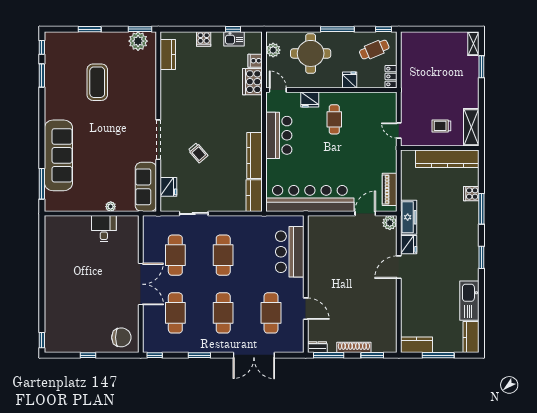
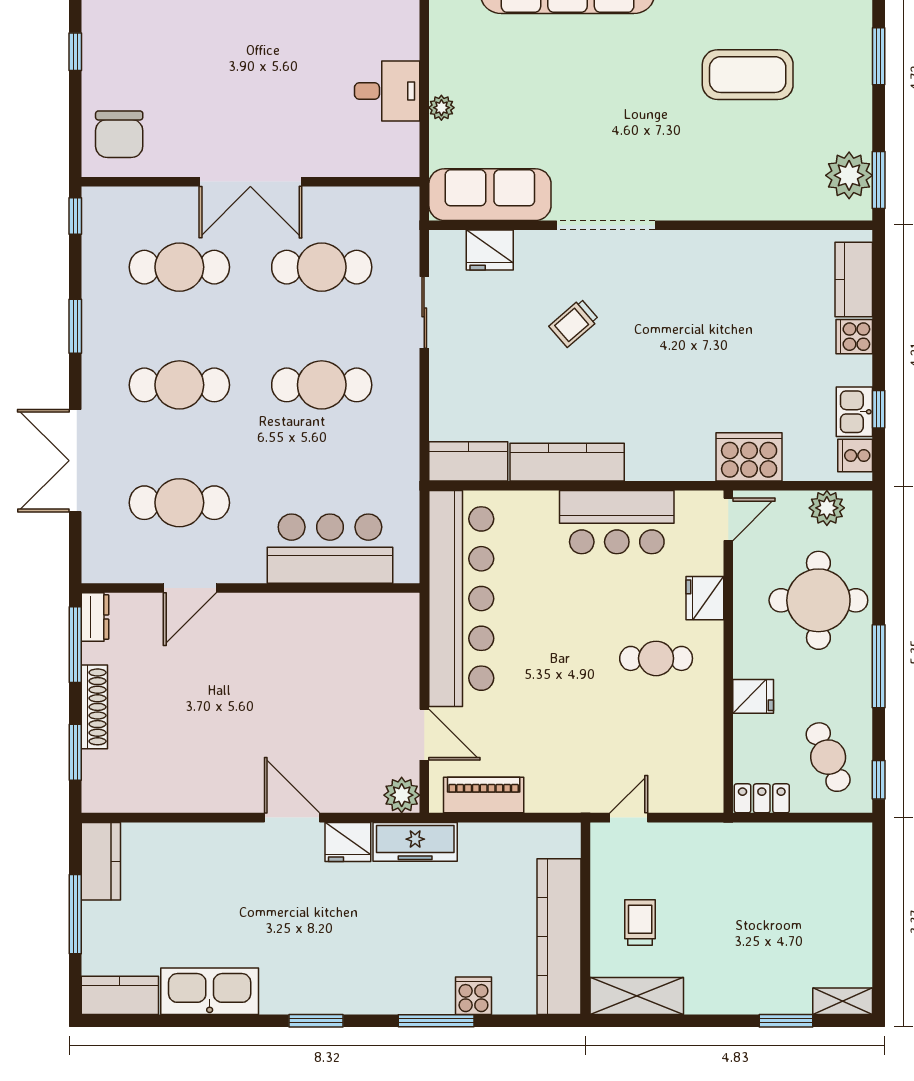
kitchen counter: (168, 55) -> (854, 280), moved, turned 90
cooker: (255, 61) -> (855, 456), moved, turned -90

